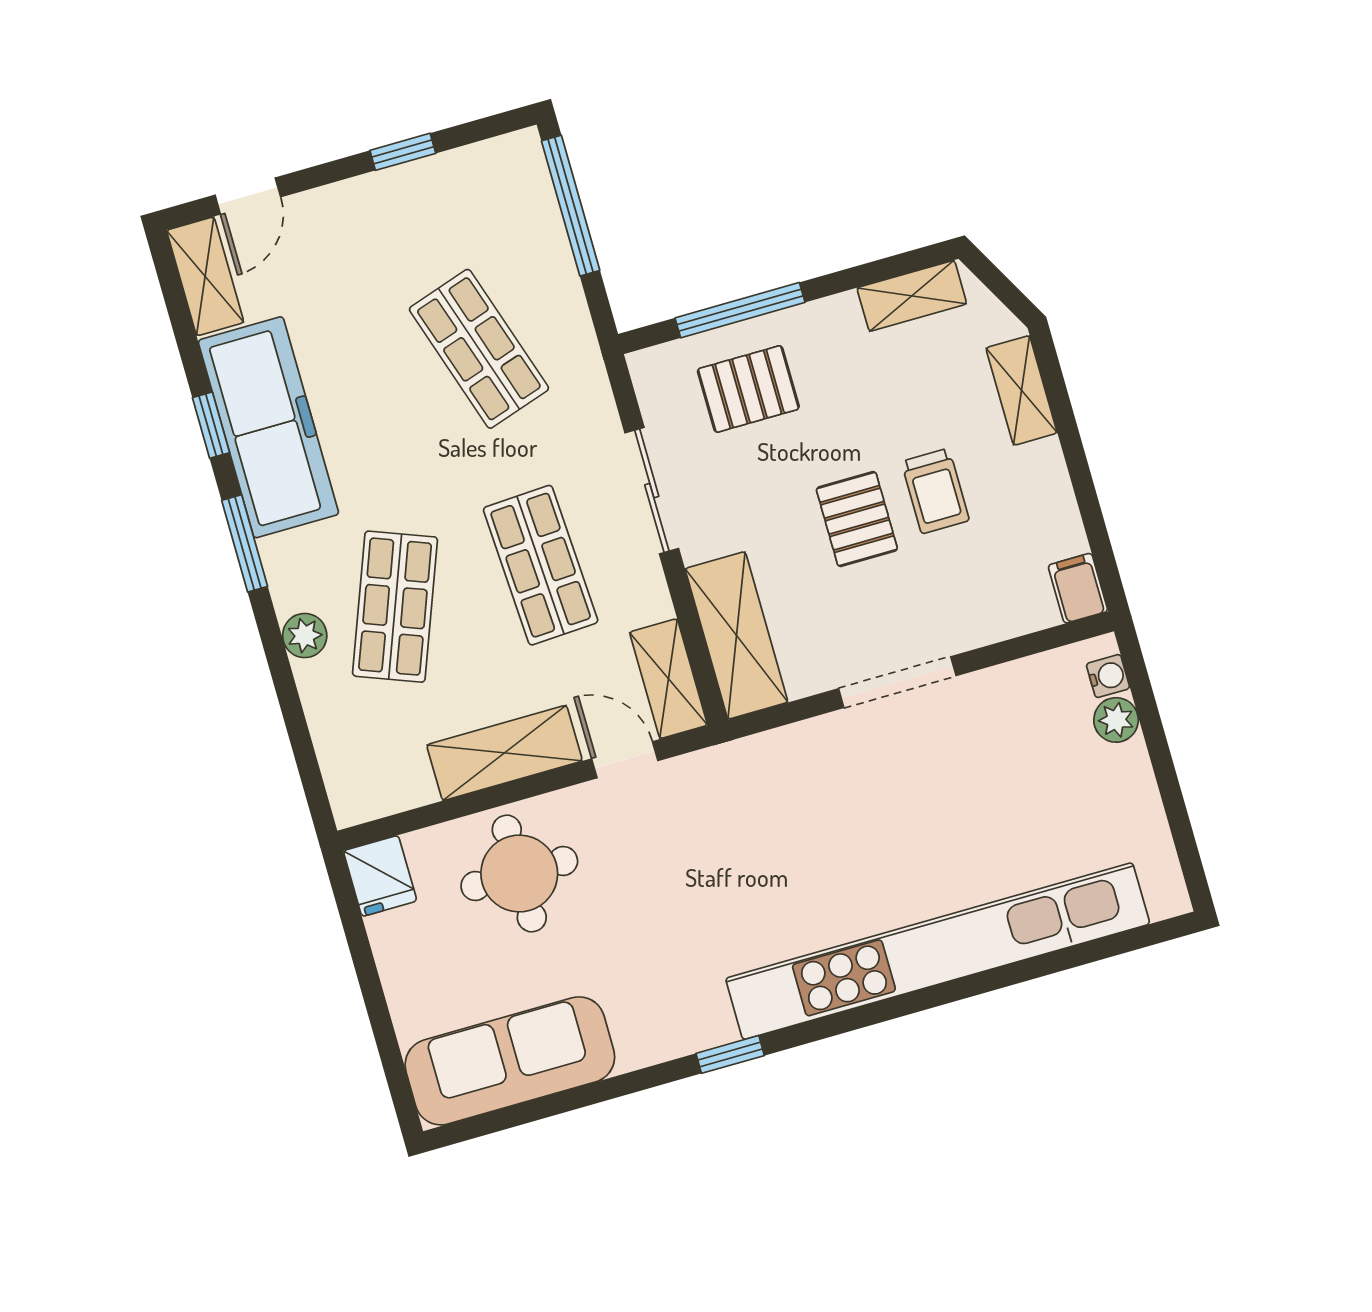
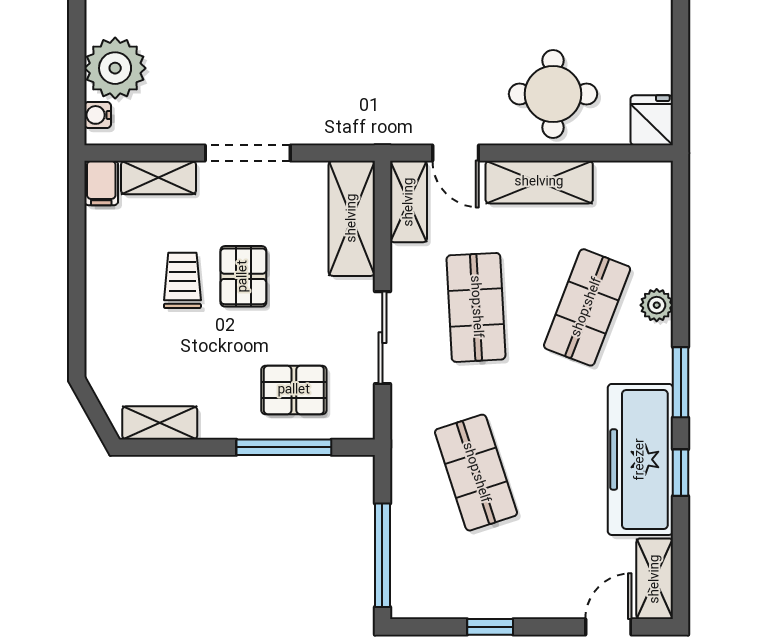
shelving: (1022, 390) -> (158, 178), moved, turned 90
plant: (1116, 720) -> (115, 68), width x1.88, depth x1.88

